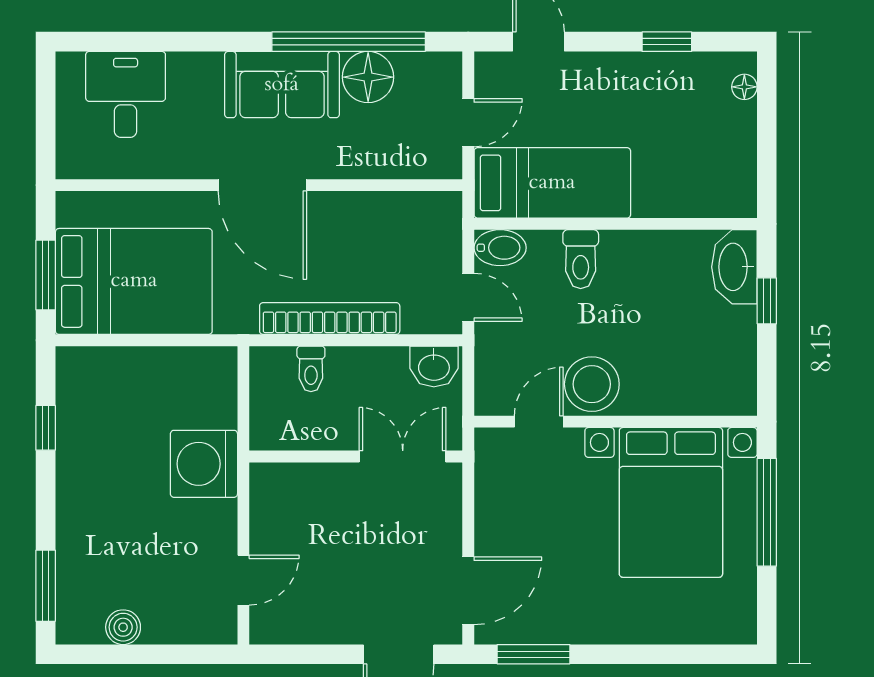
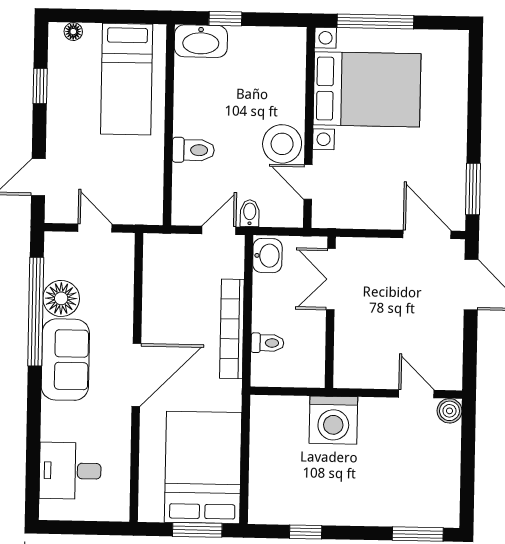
bed: (552, 183) -> (127, 79), moved, turned 180
bidet: (500, 248) -> (250, 213), moved, width x0.72, depth x0.74
boiler: (123, 627) -> (449, 411), moved

